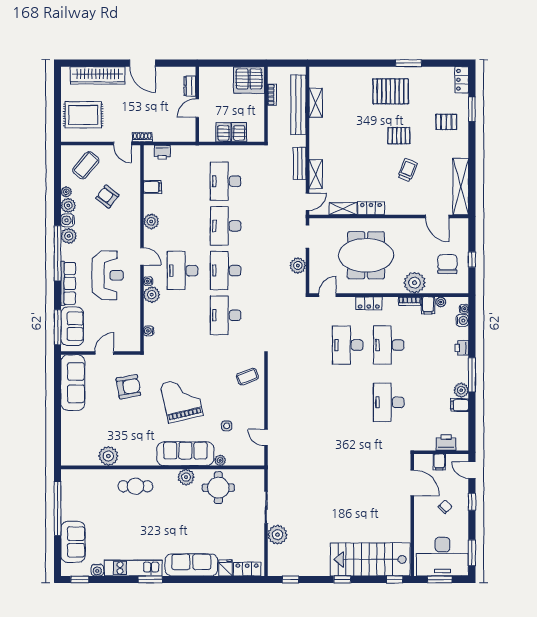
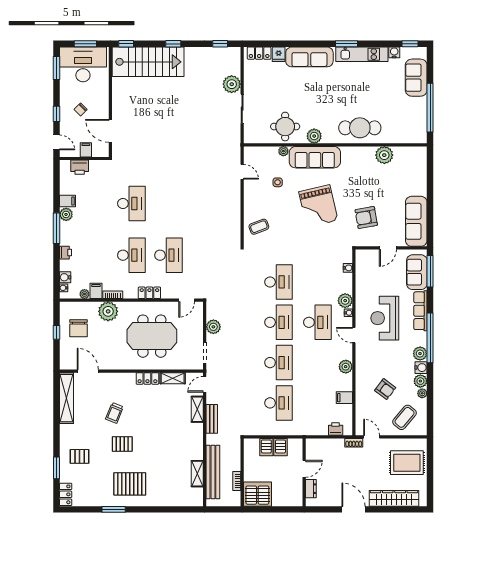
cafe table: (135, 486) -> (360, 128), width x1.37, depth x1.35

